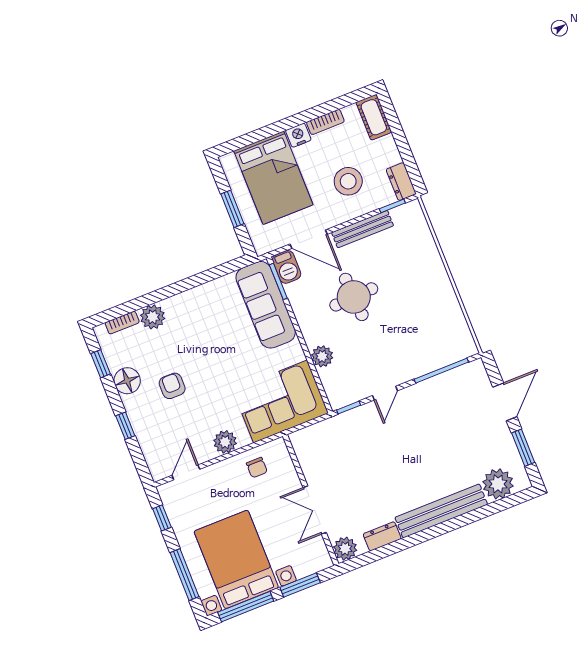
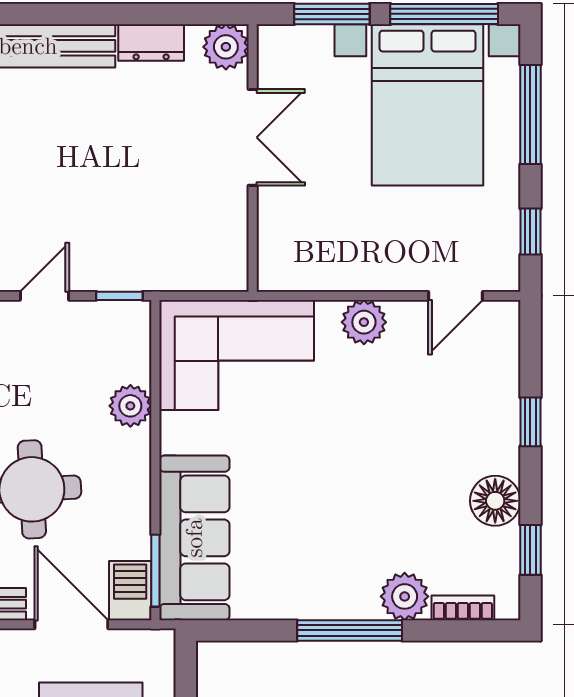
window: (173, 290) -> (350, 630), added
armchair: (172, 386) -> (419, 460), removed
chair: (257, 468) -> (326, 254), removed

